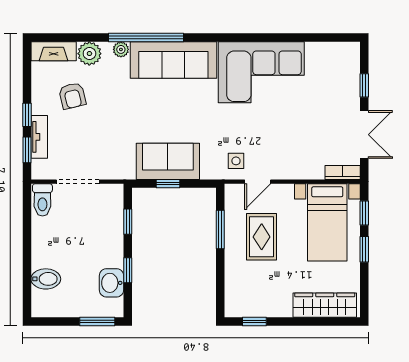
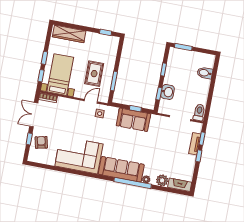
armchair: (72, 96) -> (41, 142), moved
washbasin: (112, 283) -> (168, 92), moved

